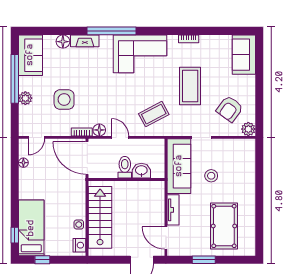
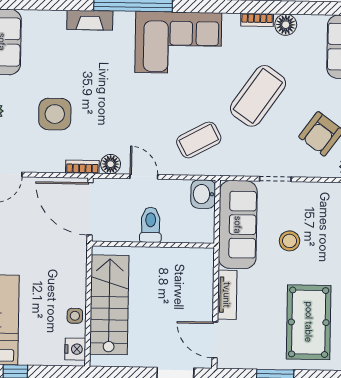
floor lamp: (63, 42) -> (286, 25), moved
coffee table: (190, 86) -> (258, 96), turned 35
washbasin: (141, 171) -> (203, 194), moved, turned -90

